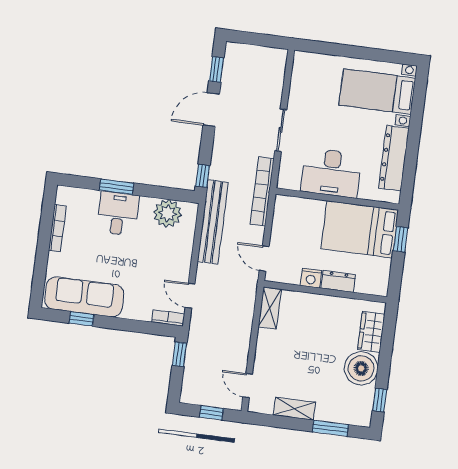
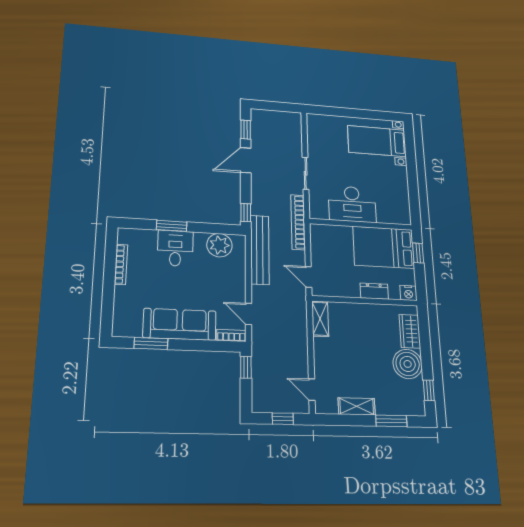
dresser: (394, 158) -> (400, 190), removed
nightstand: (311, 278) -> (408, 293), moved
sofa: (84, 297) -> (180, 324), moved
window: (81, 319) -> (151, 343), width x1.50

